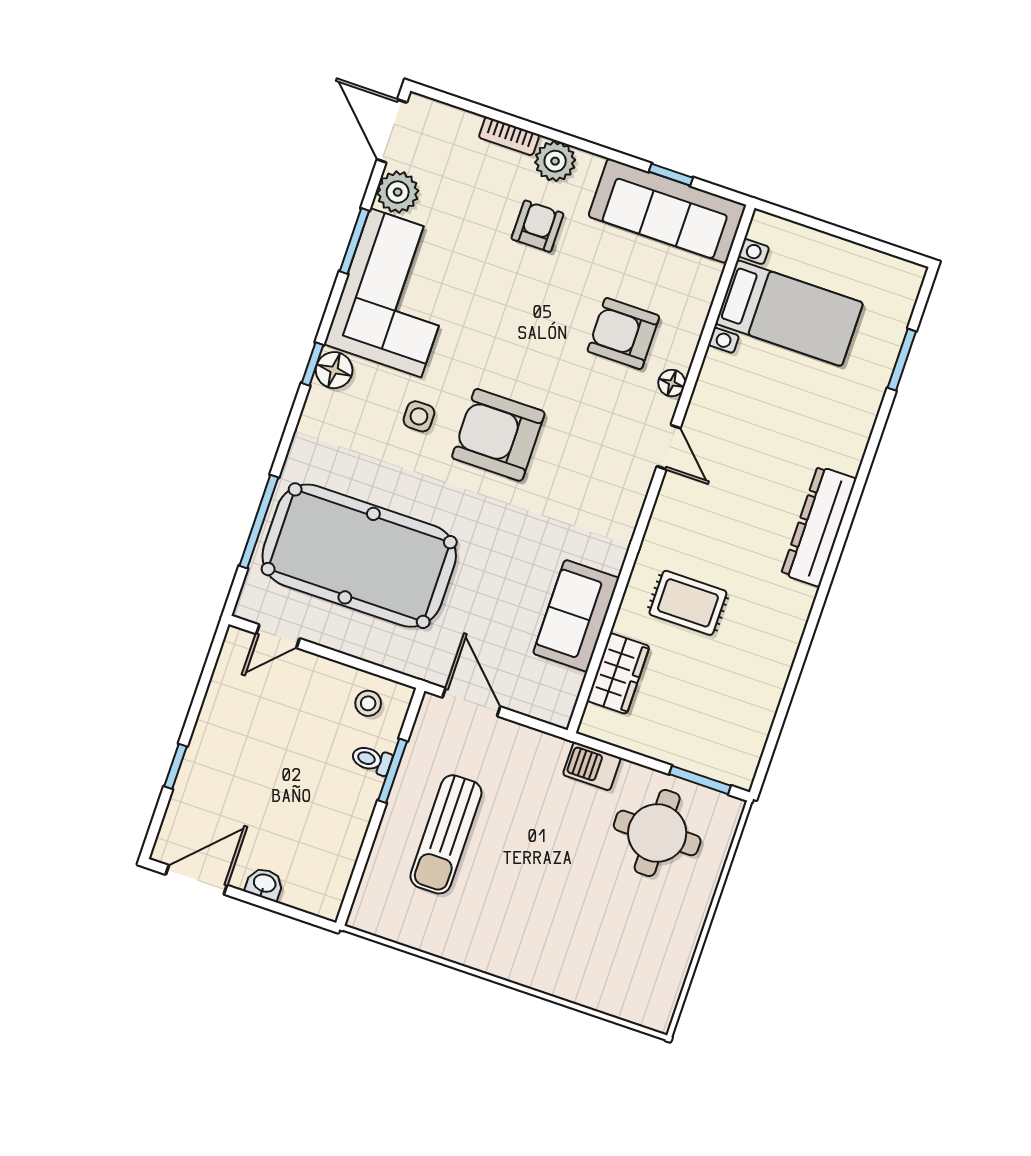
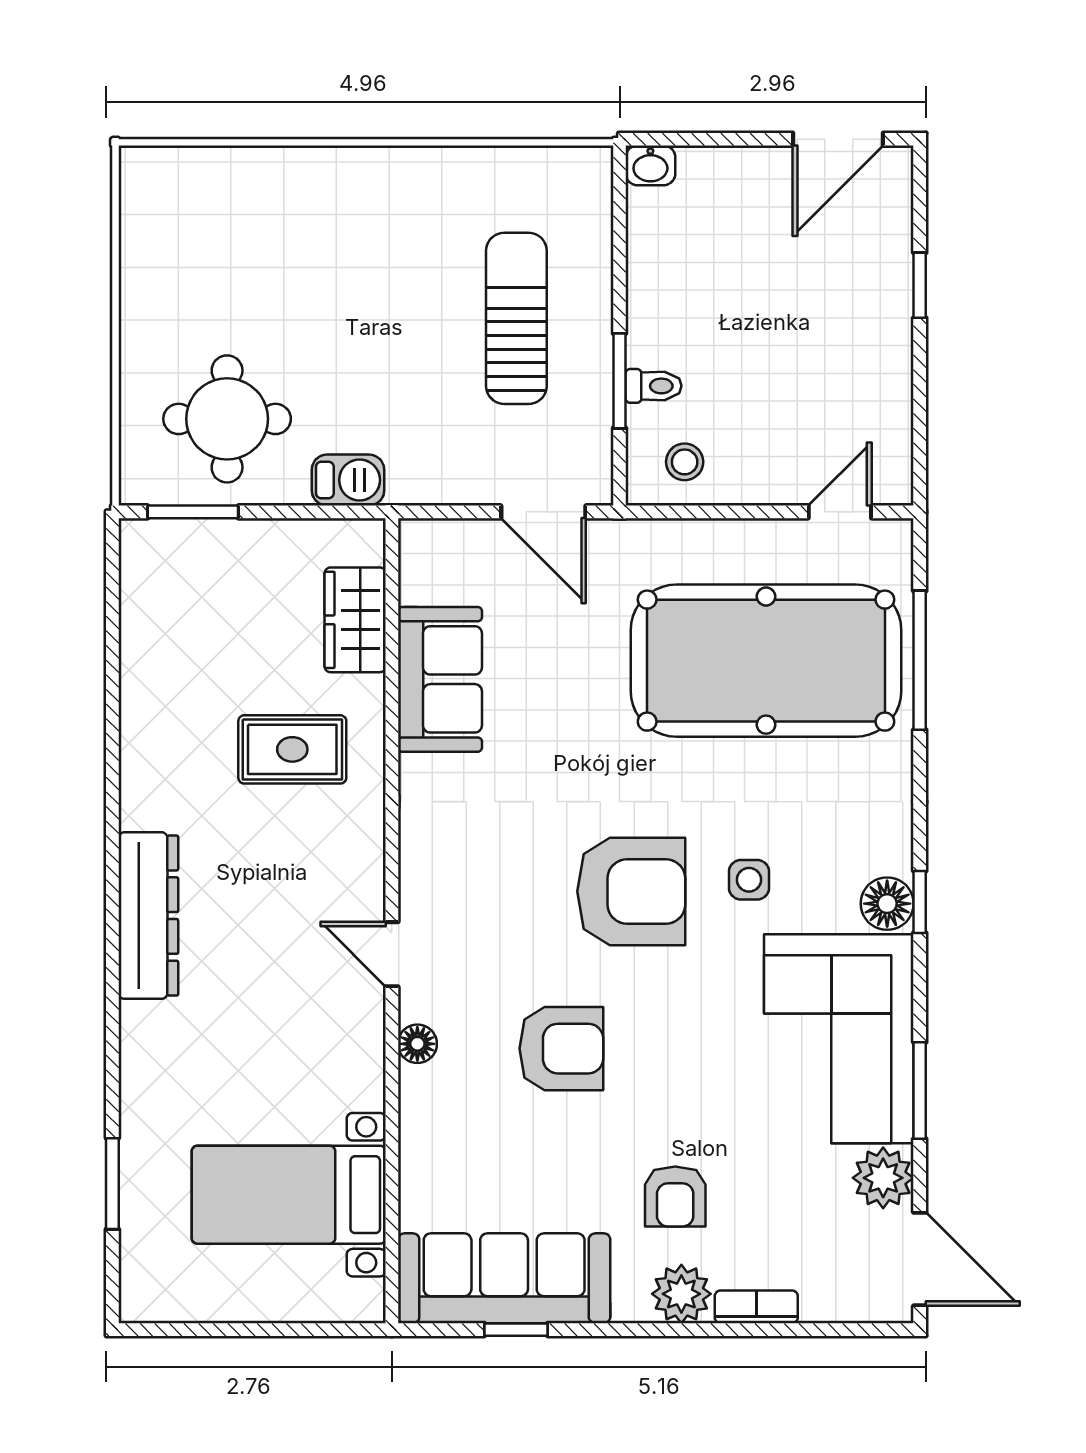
armchair: (623, 334) -> (561, 1049), moved
washbasin: (264, 884) -> (650, 165), moved

